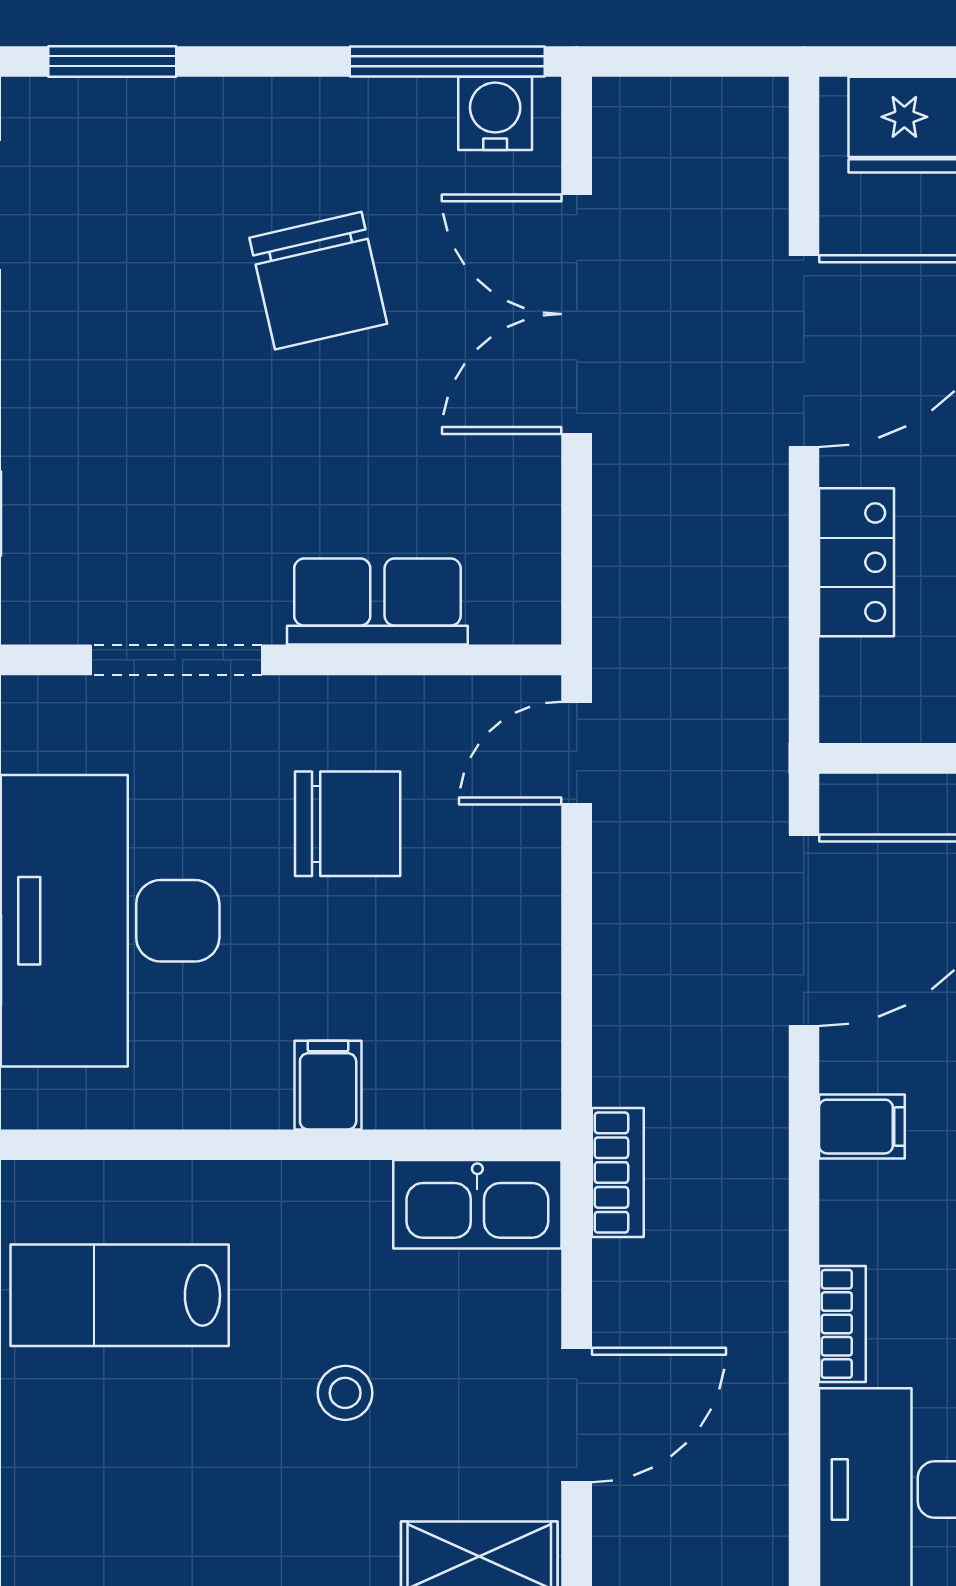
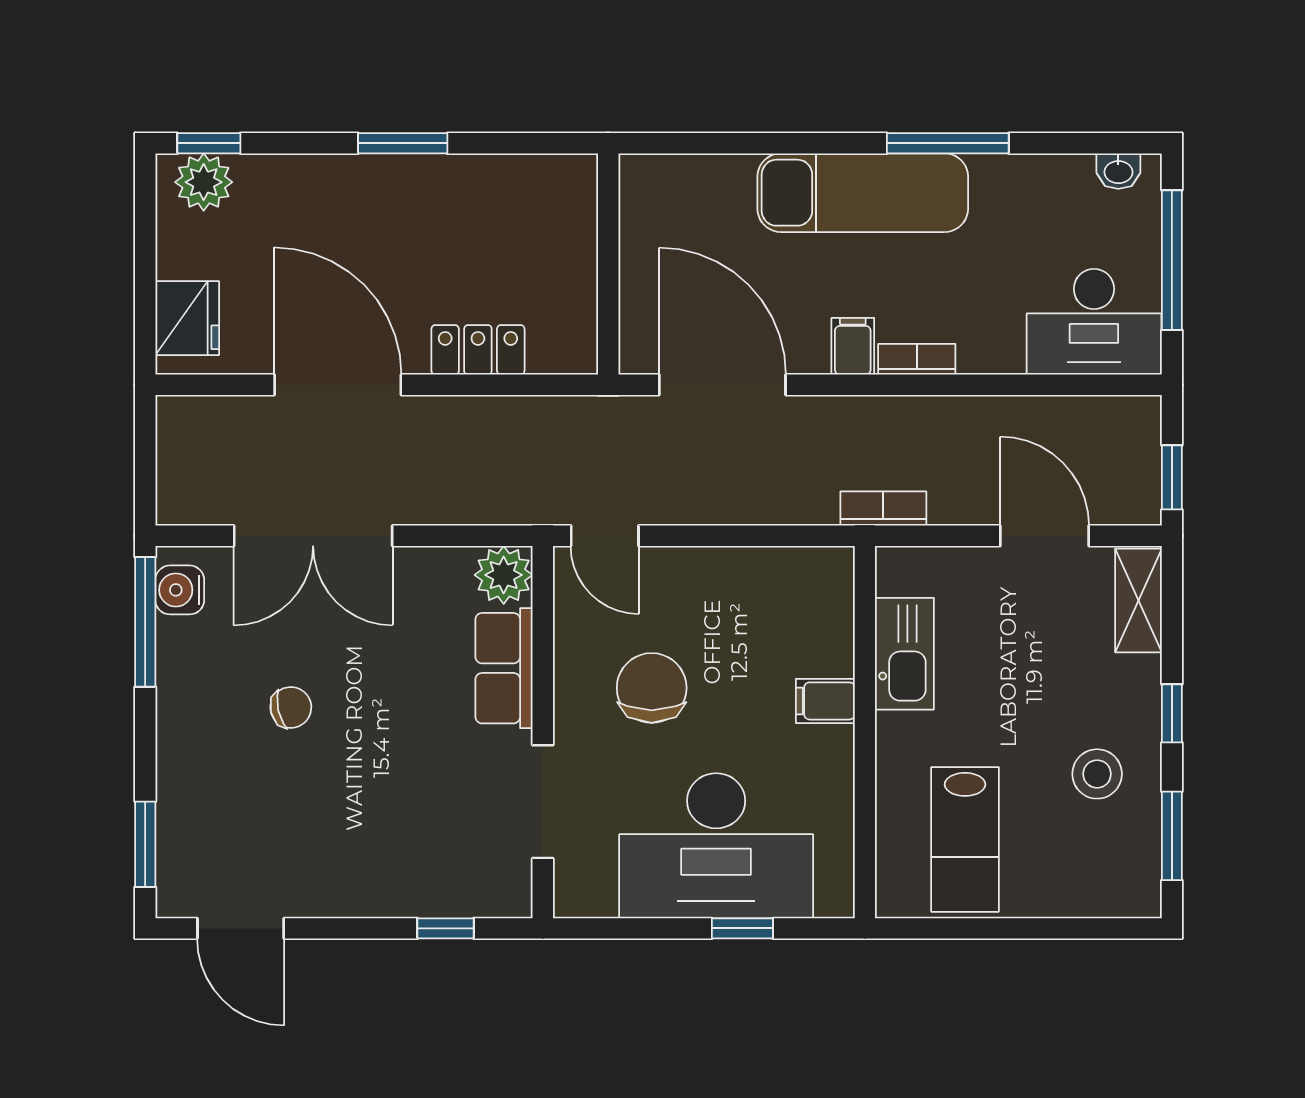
chair: (318, 281) -> (291, 707), width x0.54, depth x0.54
plant: (518, 601) -> (504, 575), added
kitchen sink: (477, 1204) -> (904, 654), moved
bookcase: (842, 1324) -> (917, 359), moved
stool: (345, 1393) -> (1097, 774), moved, width x1.37, depth x1.37

